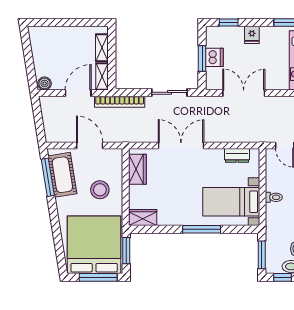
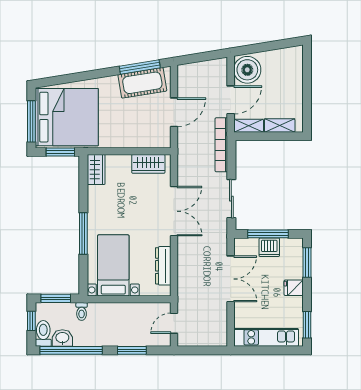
window: (229, 22) -> (307, 263), width x1.50
window: (202, 59) -> (268, 234), width x1.44
boiler: (45, 84) -> (247, 70), width x1.86, depth x1.86
door: (78, 93) -> (231, 100), hinge flipped
dresser: (237, 155) -> (163, 266), width x1.44
stool: (100, 190) -> (126, 123), removed
toilet: (274, 197) -> (82, 311), moved

